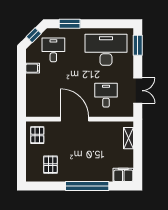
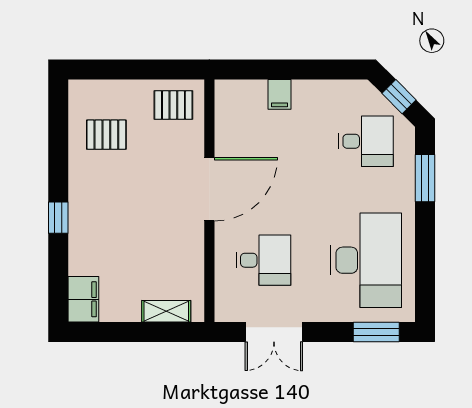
filing cabinet: (33, 68) -> (280, 94), moved
window: (87, 186) -> (58, 218), width x0.32

